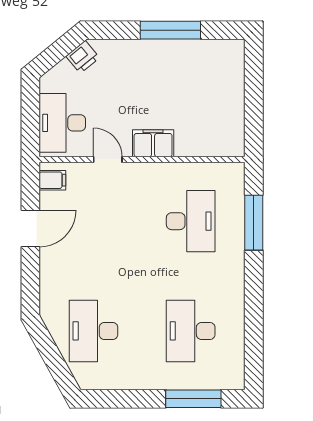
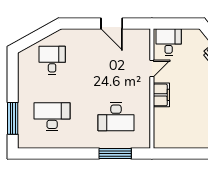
desk: (62, 123) -> (169, 42), width x0.73
filing cabinet: (52, 180) -> (140, 36), removed
desk: (94, 331) -> (52, 60), width x0.73

